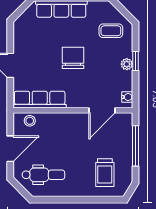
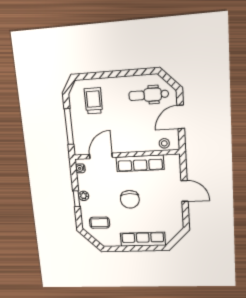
row of seats: (40, 100) -> (140, 163), moved

